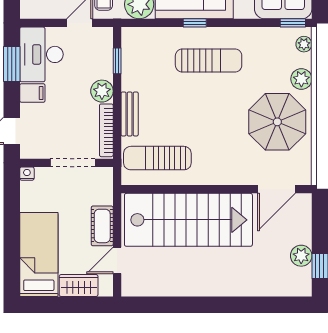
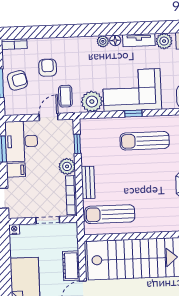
sun lounger: (209, 60) -> (145, 141), turned 180
doorway: (73, 163) -> (48, 220), width x0.73

